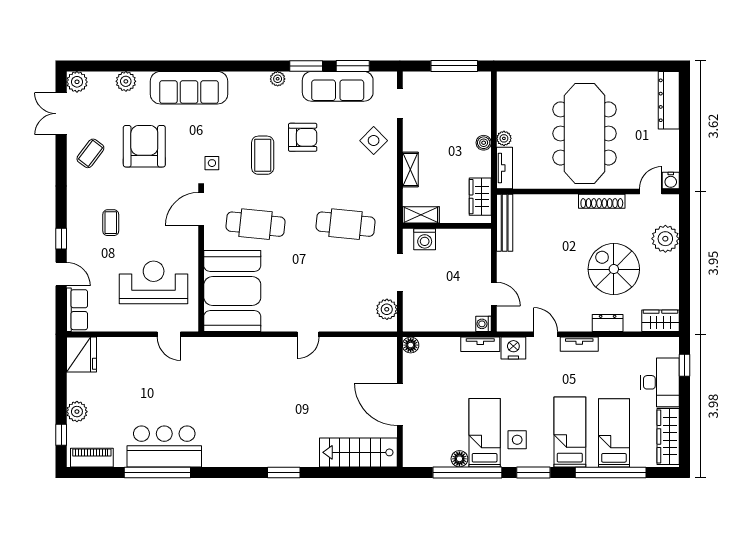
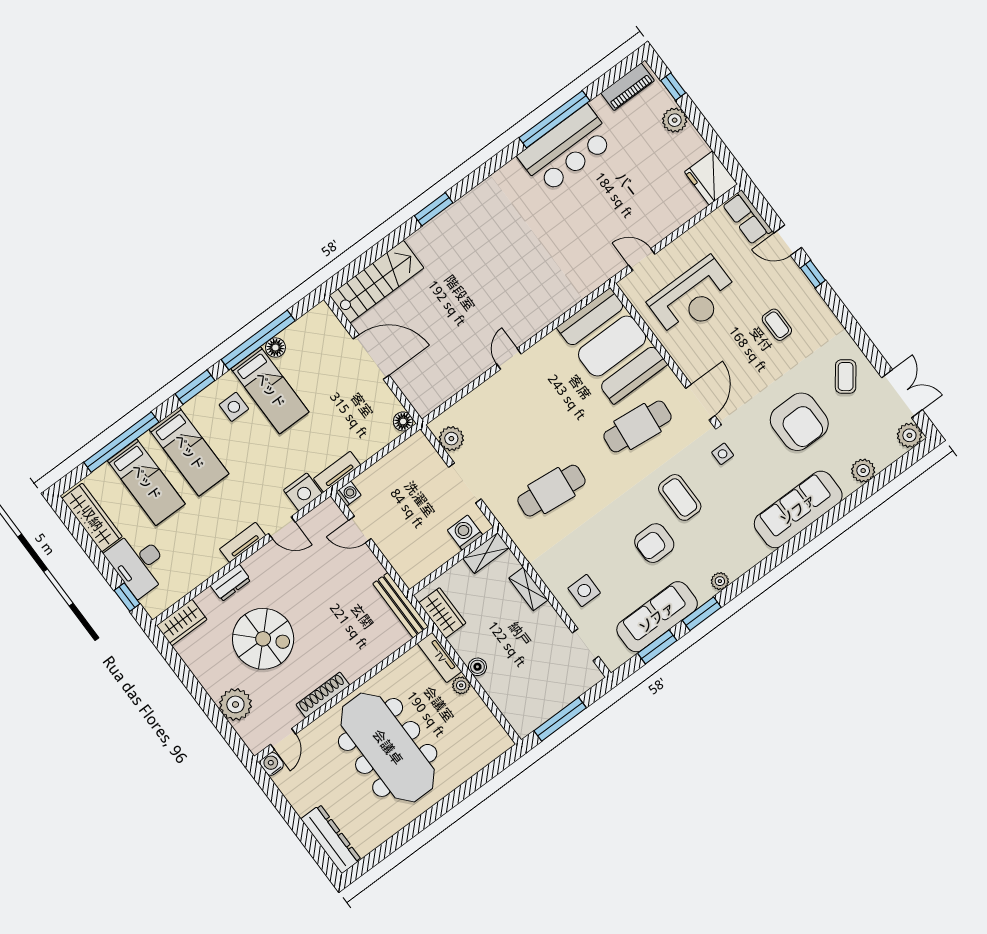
side table: (374, 141) -> (584, 591), turned 45

